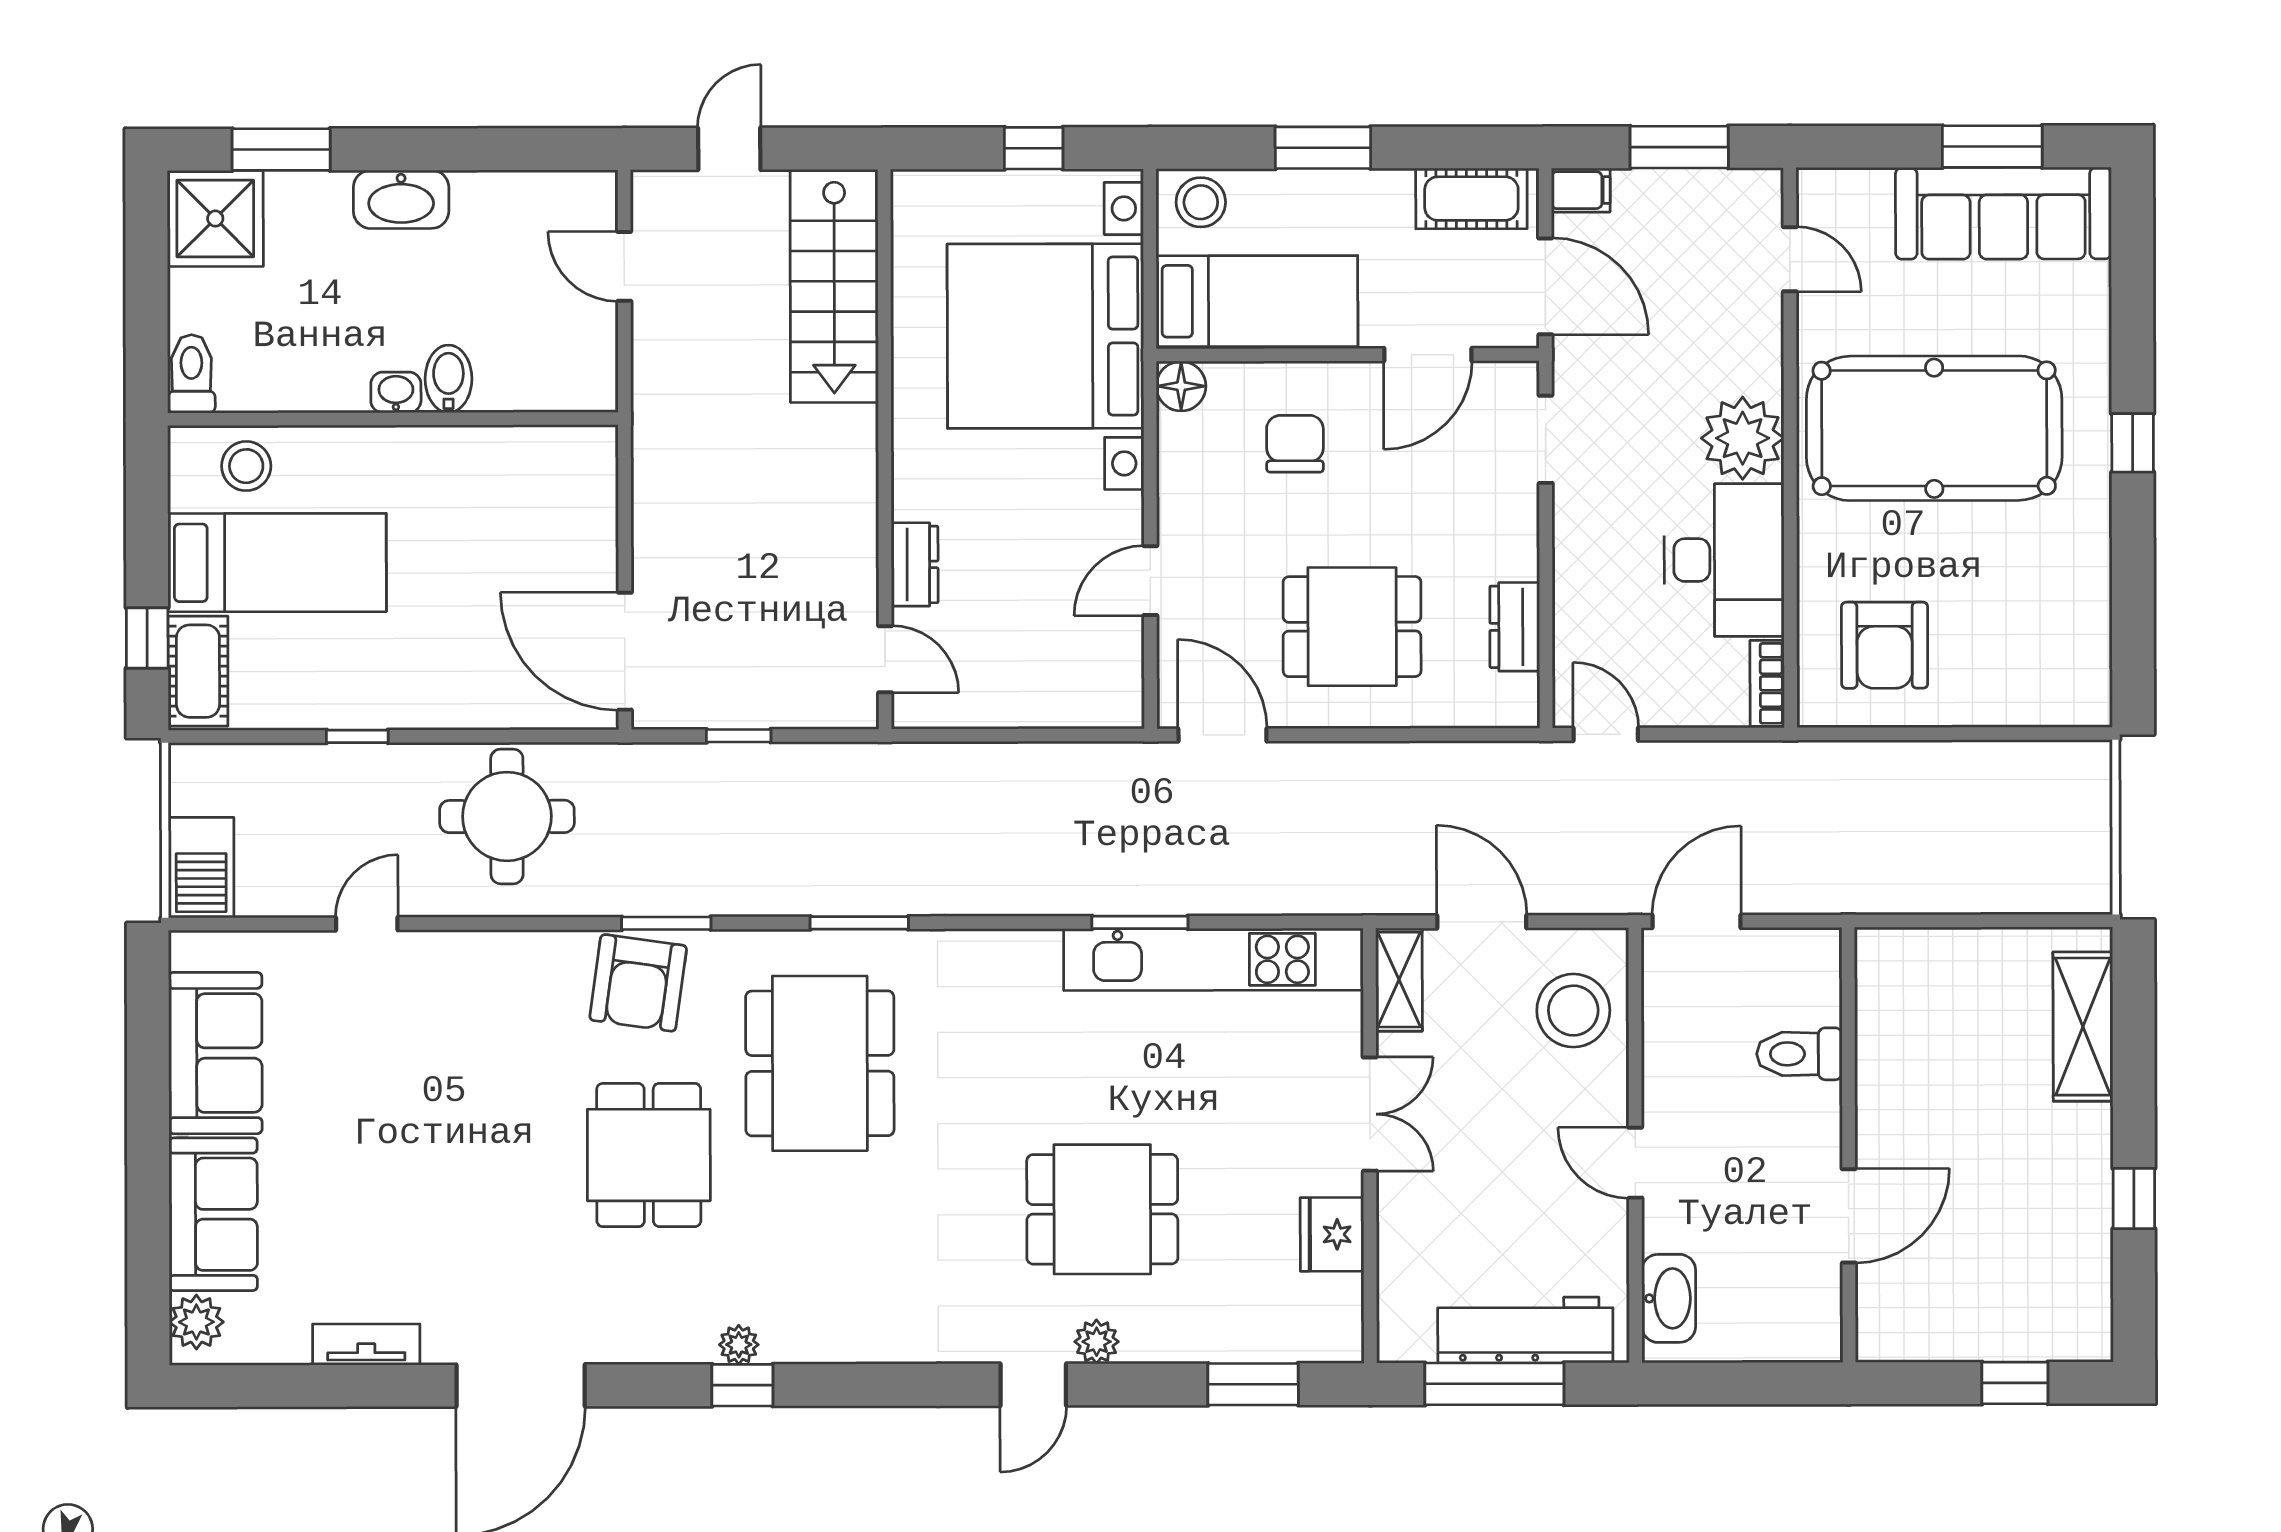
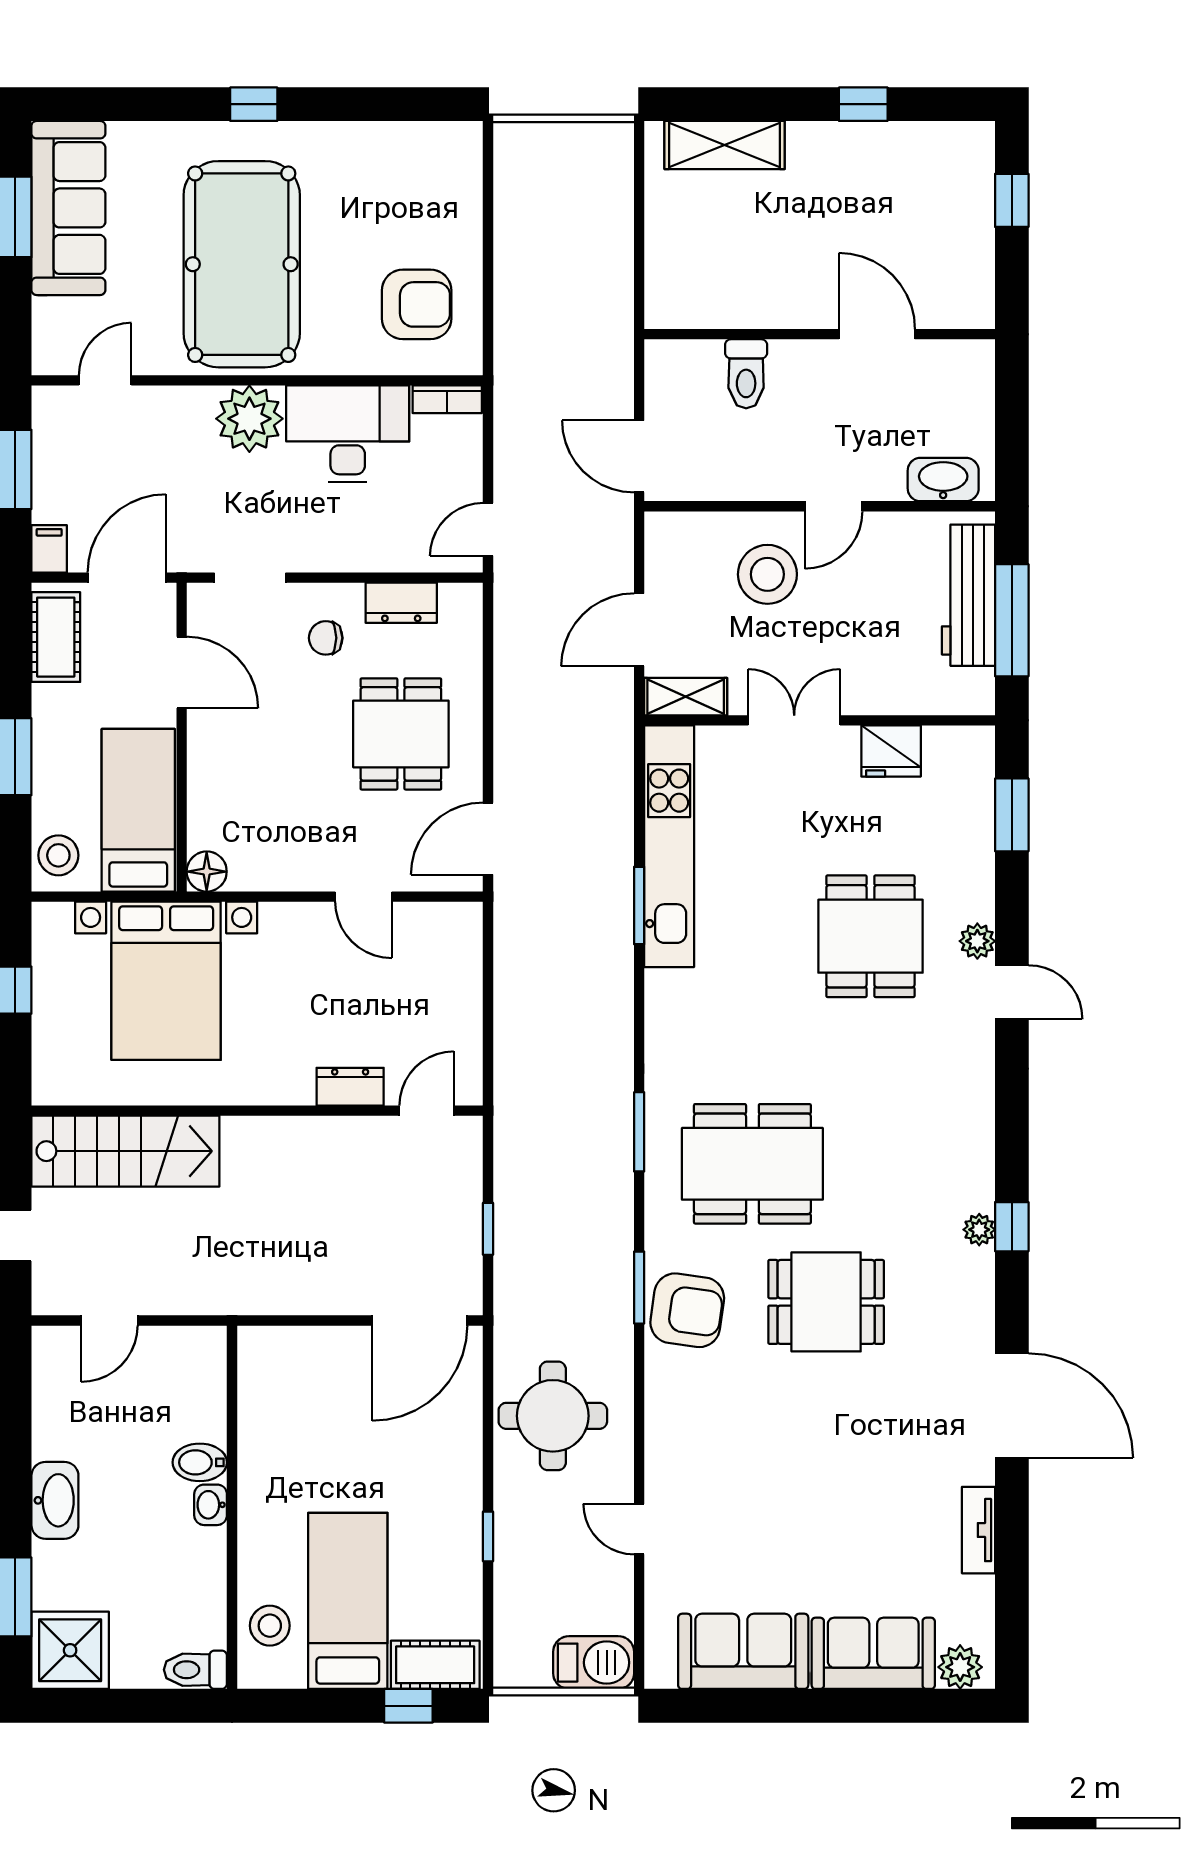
bed with nightstands: (1046, 336) -> (166, 981), width x0.73
chair: (1295, 444) -> (326, 638), moved, width x0.73, depth x0.73
stool: (1573, 1011) -> (767, 574), moved

